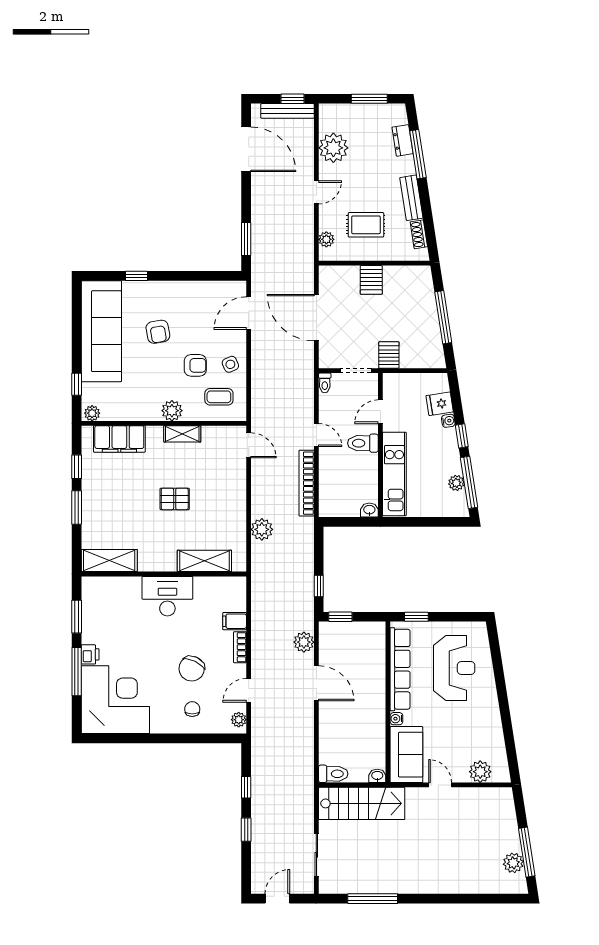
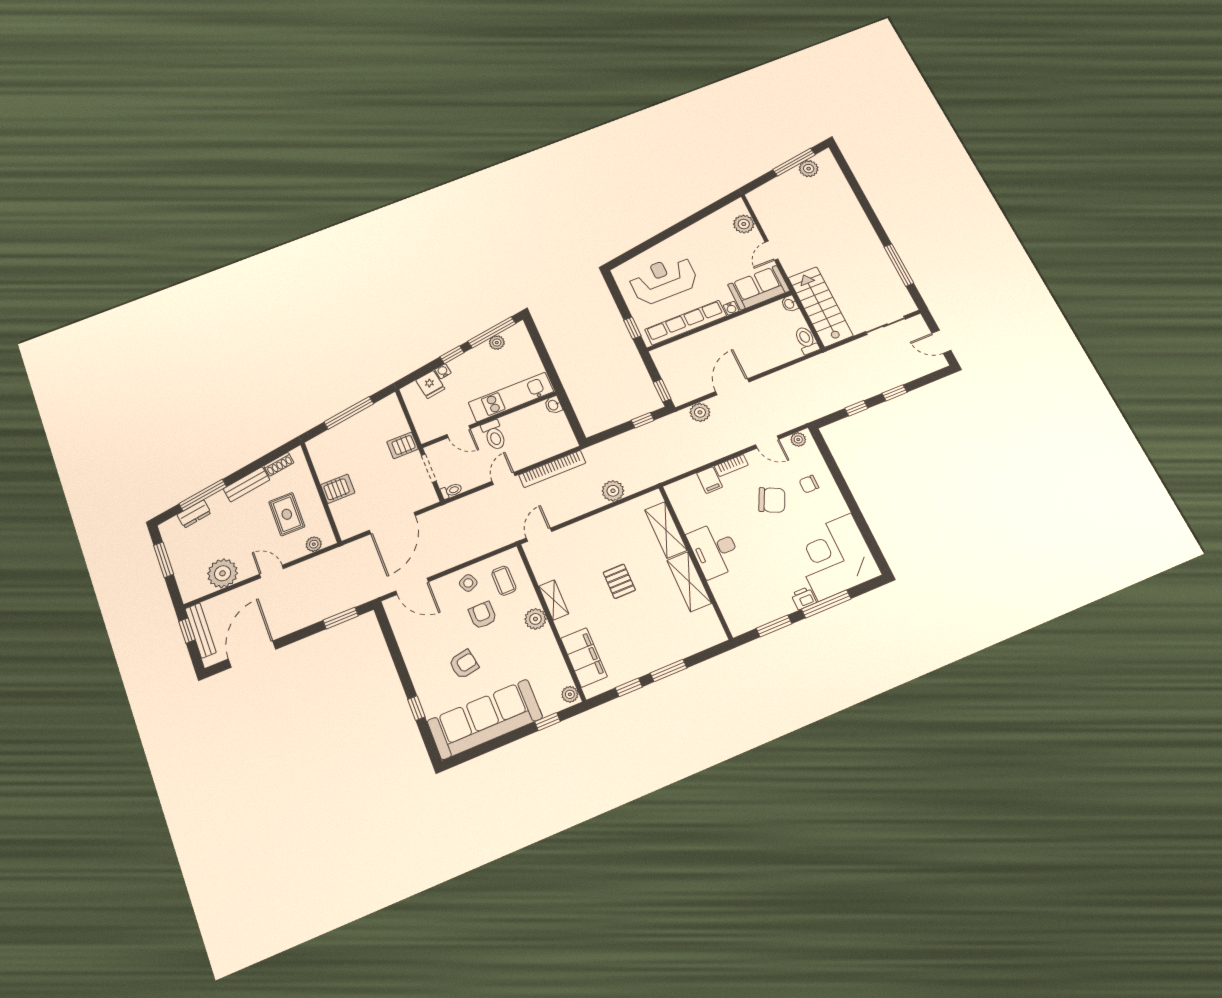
shelving: (109, 561) -> (689, 582), moved

